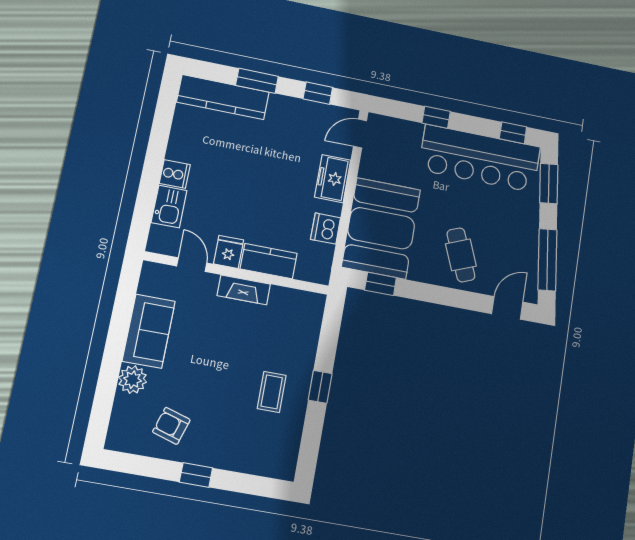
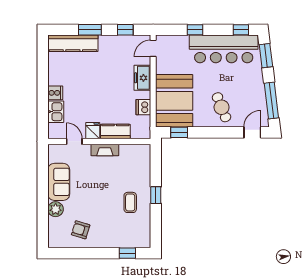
window: (196, 475) -> (127, 253), moved

